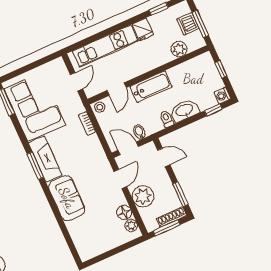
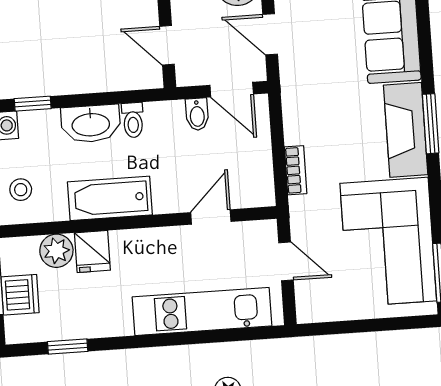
fridge: (143, 29) -> (92, 252), moved, turned 180
door: (76, 82) -> (286, 261), swing flipped
bathtub: (151, 87) -> (110, 198), moved
stool: (100, 107) -> (21, 190), moved
door: (120, 179) -> (270, 34), hinge flipped

